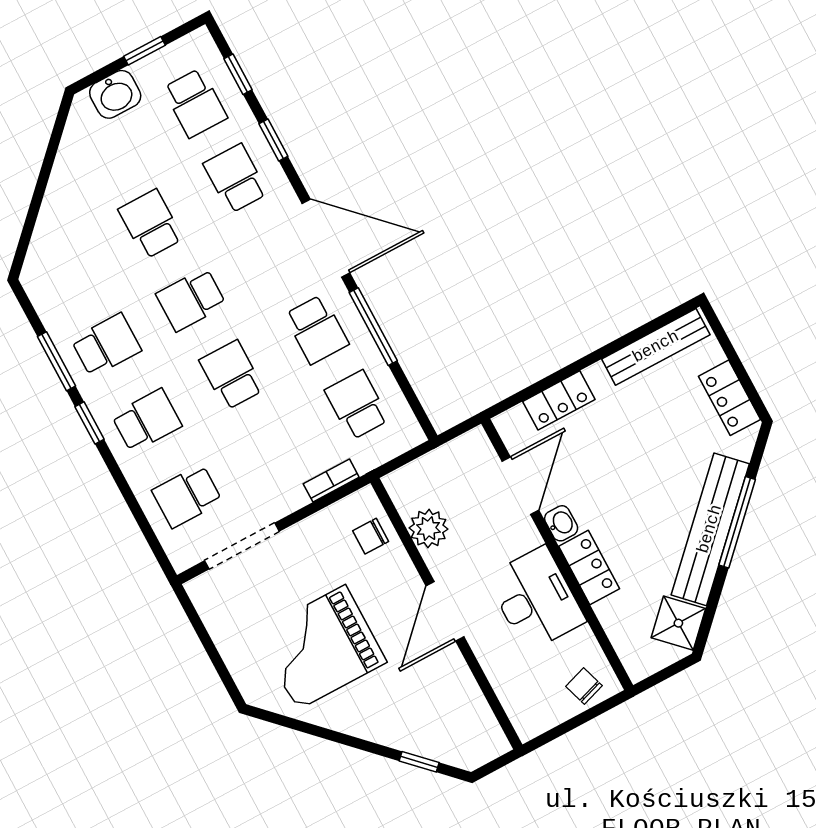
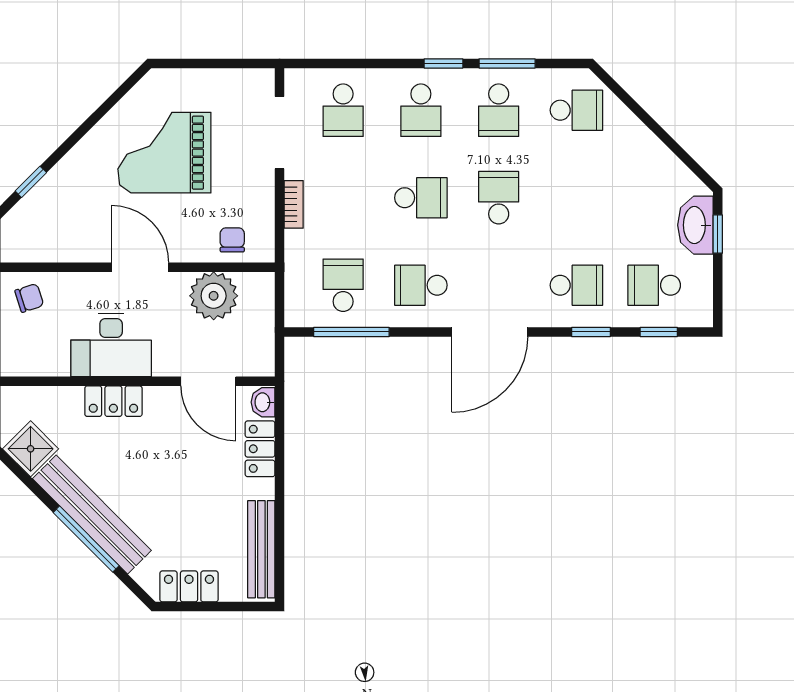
window: (145, 51) -> (718, 234), moved
washbasin: (115, 94) -> (695, 225), width x1.38
school desk: (151, 224) -> (576, 110), moved
window: (373, 327) -> (351, 332), moved
school desk: (357, 405) -> (343, 285), turned -90
bookcase: (331, 481) -> (294, 204), moved
school desk: (187, 496) -> (343, 110), turned 180
washbasin: (561, 523) -> (263, 402), moved, turned 90
plant: (428, 528) -> (214, 296), width x1.36, depth x1.36
grand piano: (321, 647) -> (164, 153), turned -90
chair: (584, 686) -> (29, 298), moved

